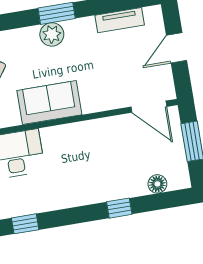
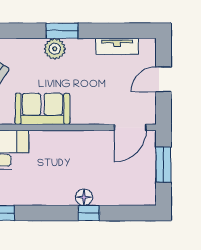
door: (149, 107) -> (130, 127), hinge flipped
floor lamp: (157, 184) -> (84, 197), moved

